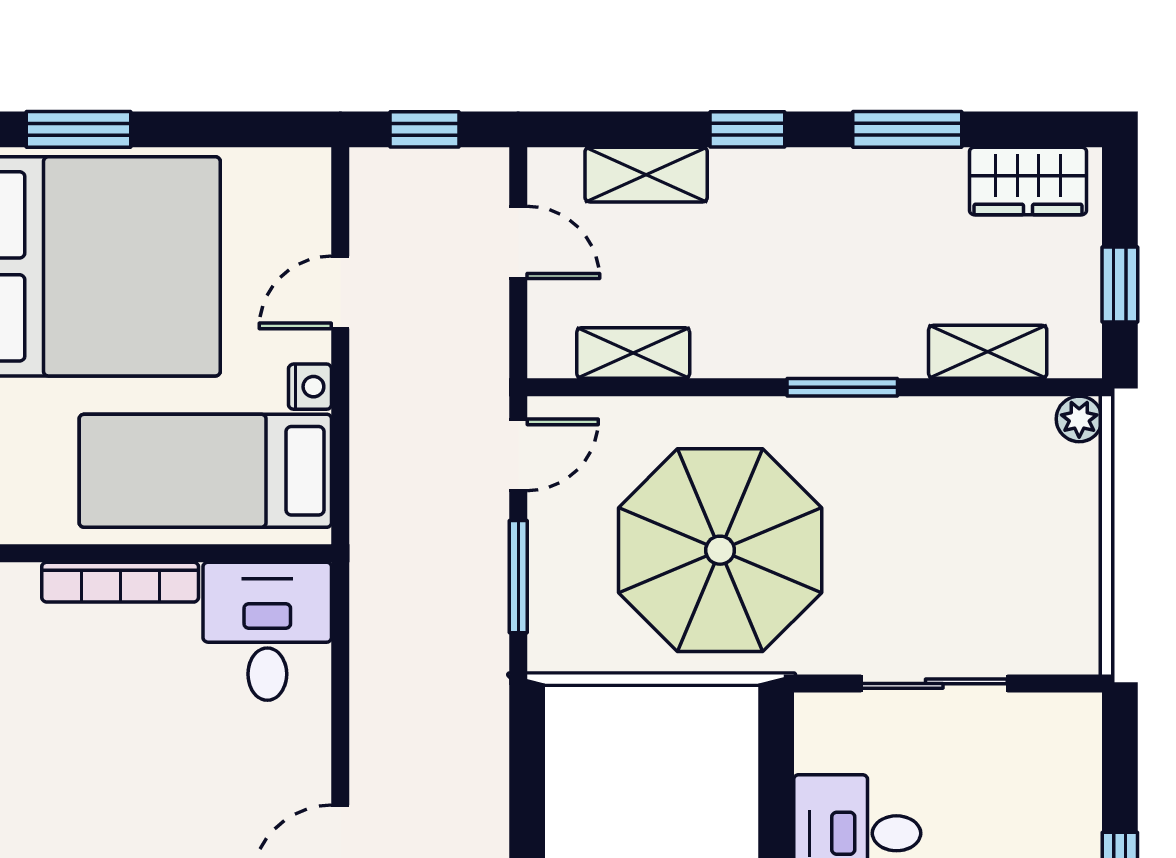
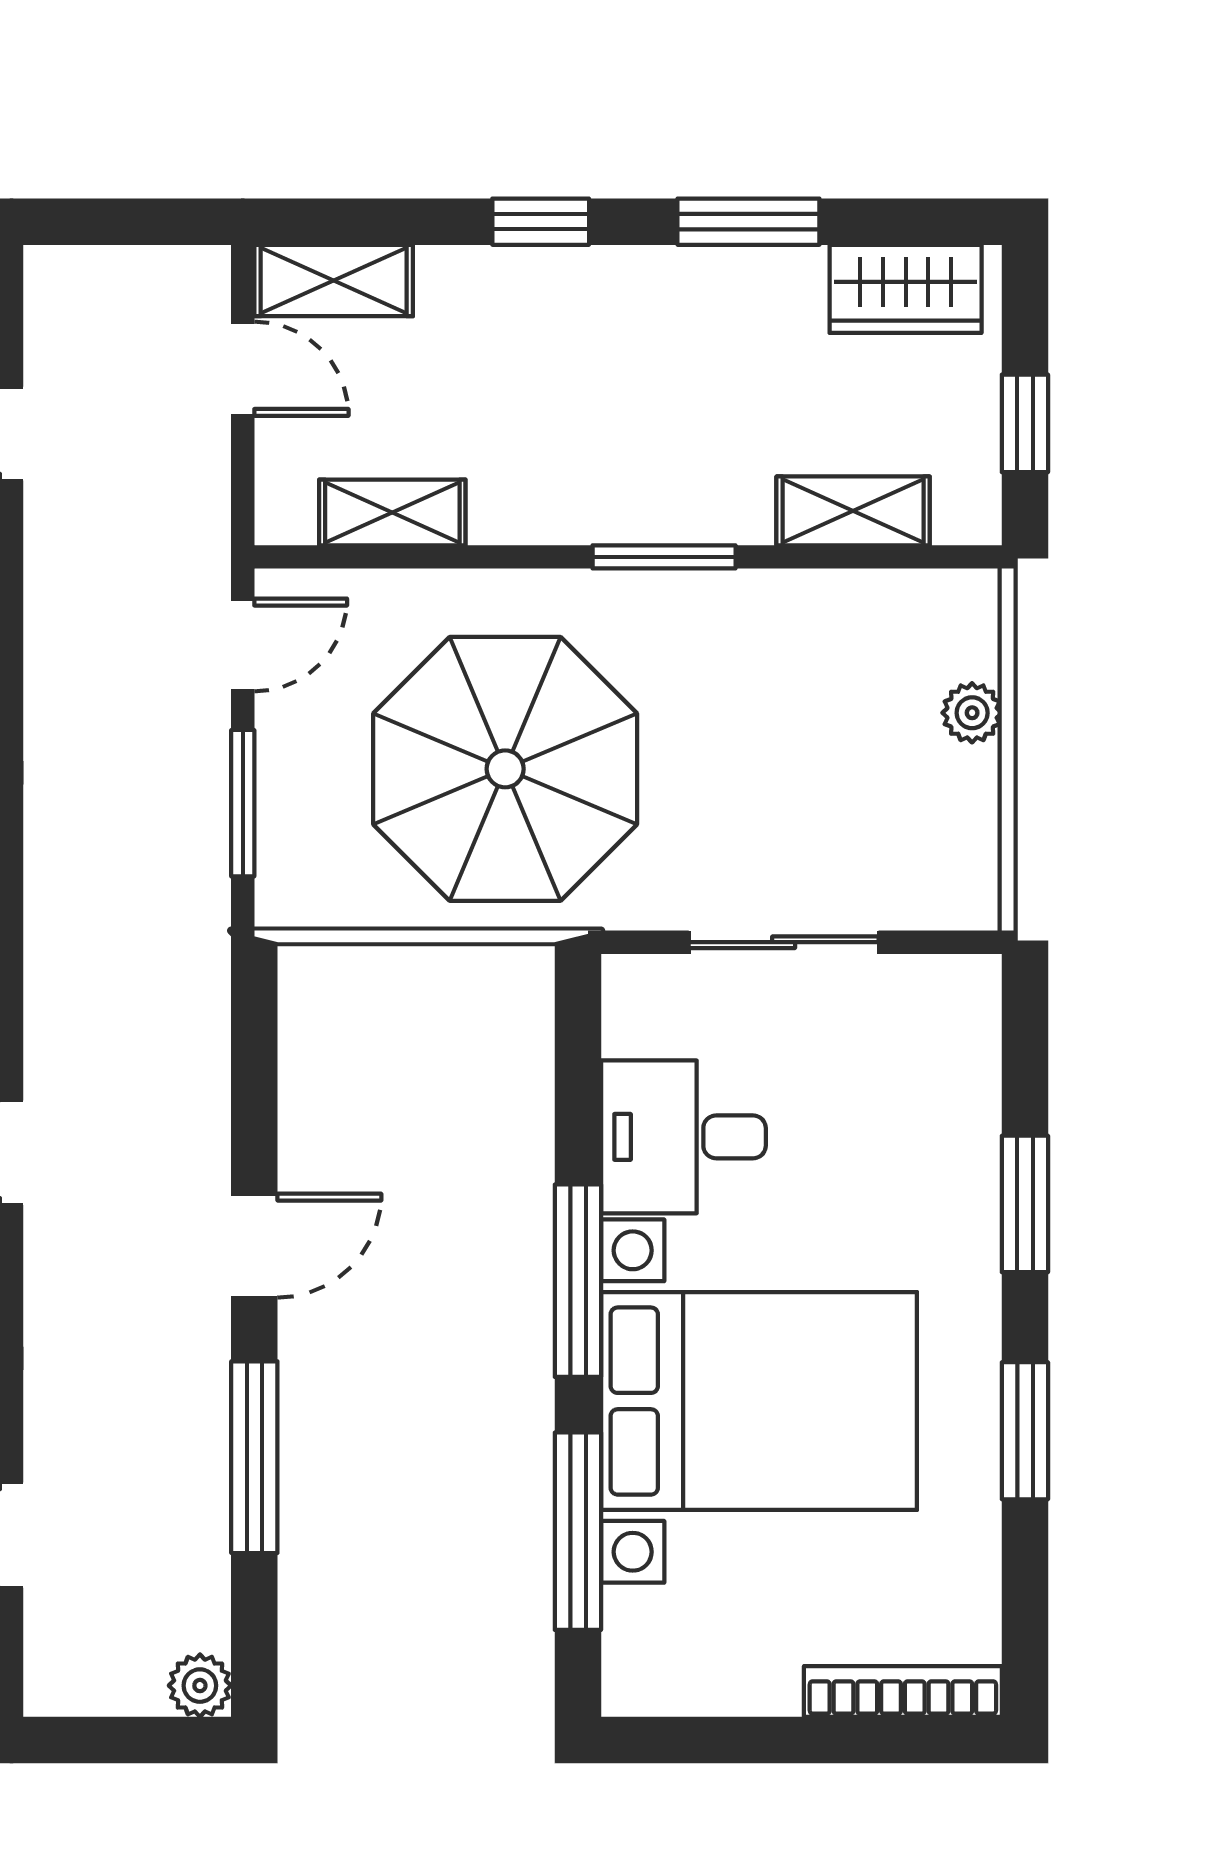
window: (425, 129) -> (121, 222), removed
shelving: (646, 175) -> (334, 280), moved
plant: (1079, 419) -> (972, 713), moved

